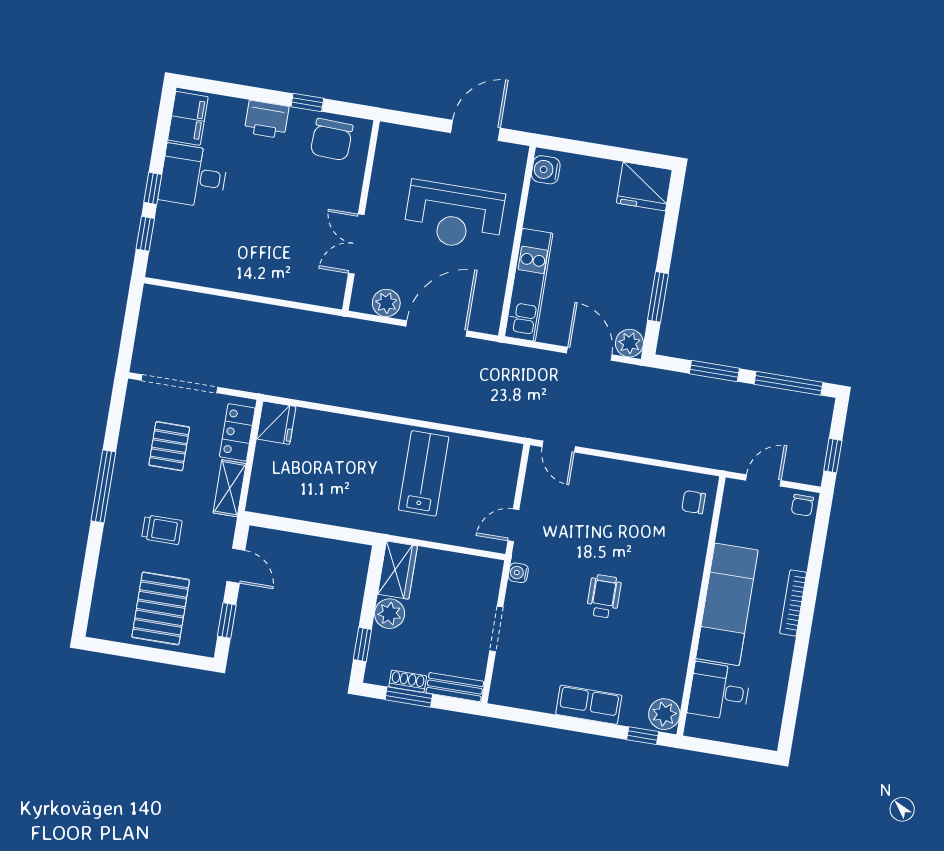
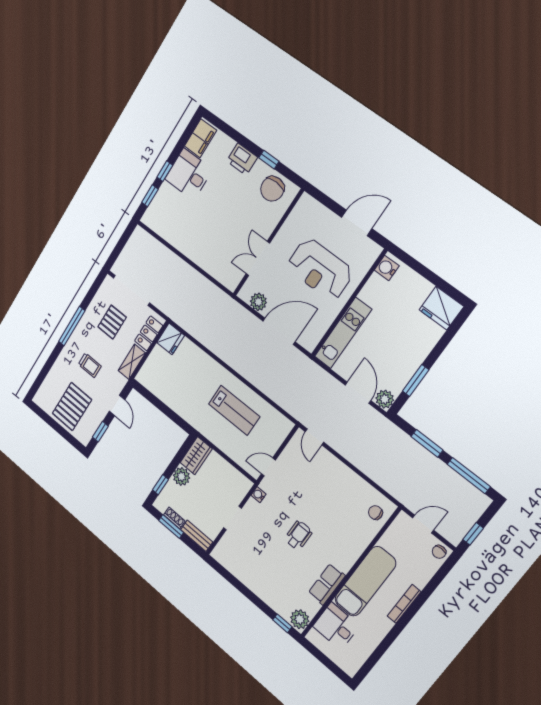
lab bench: (424, 473) -> (234, 410), turned 90
row of seats: (589, 705) -> (327, 584), moved, turned -90

